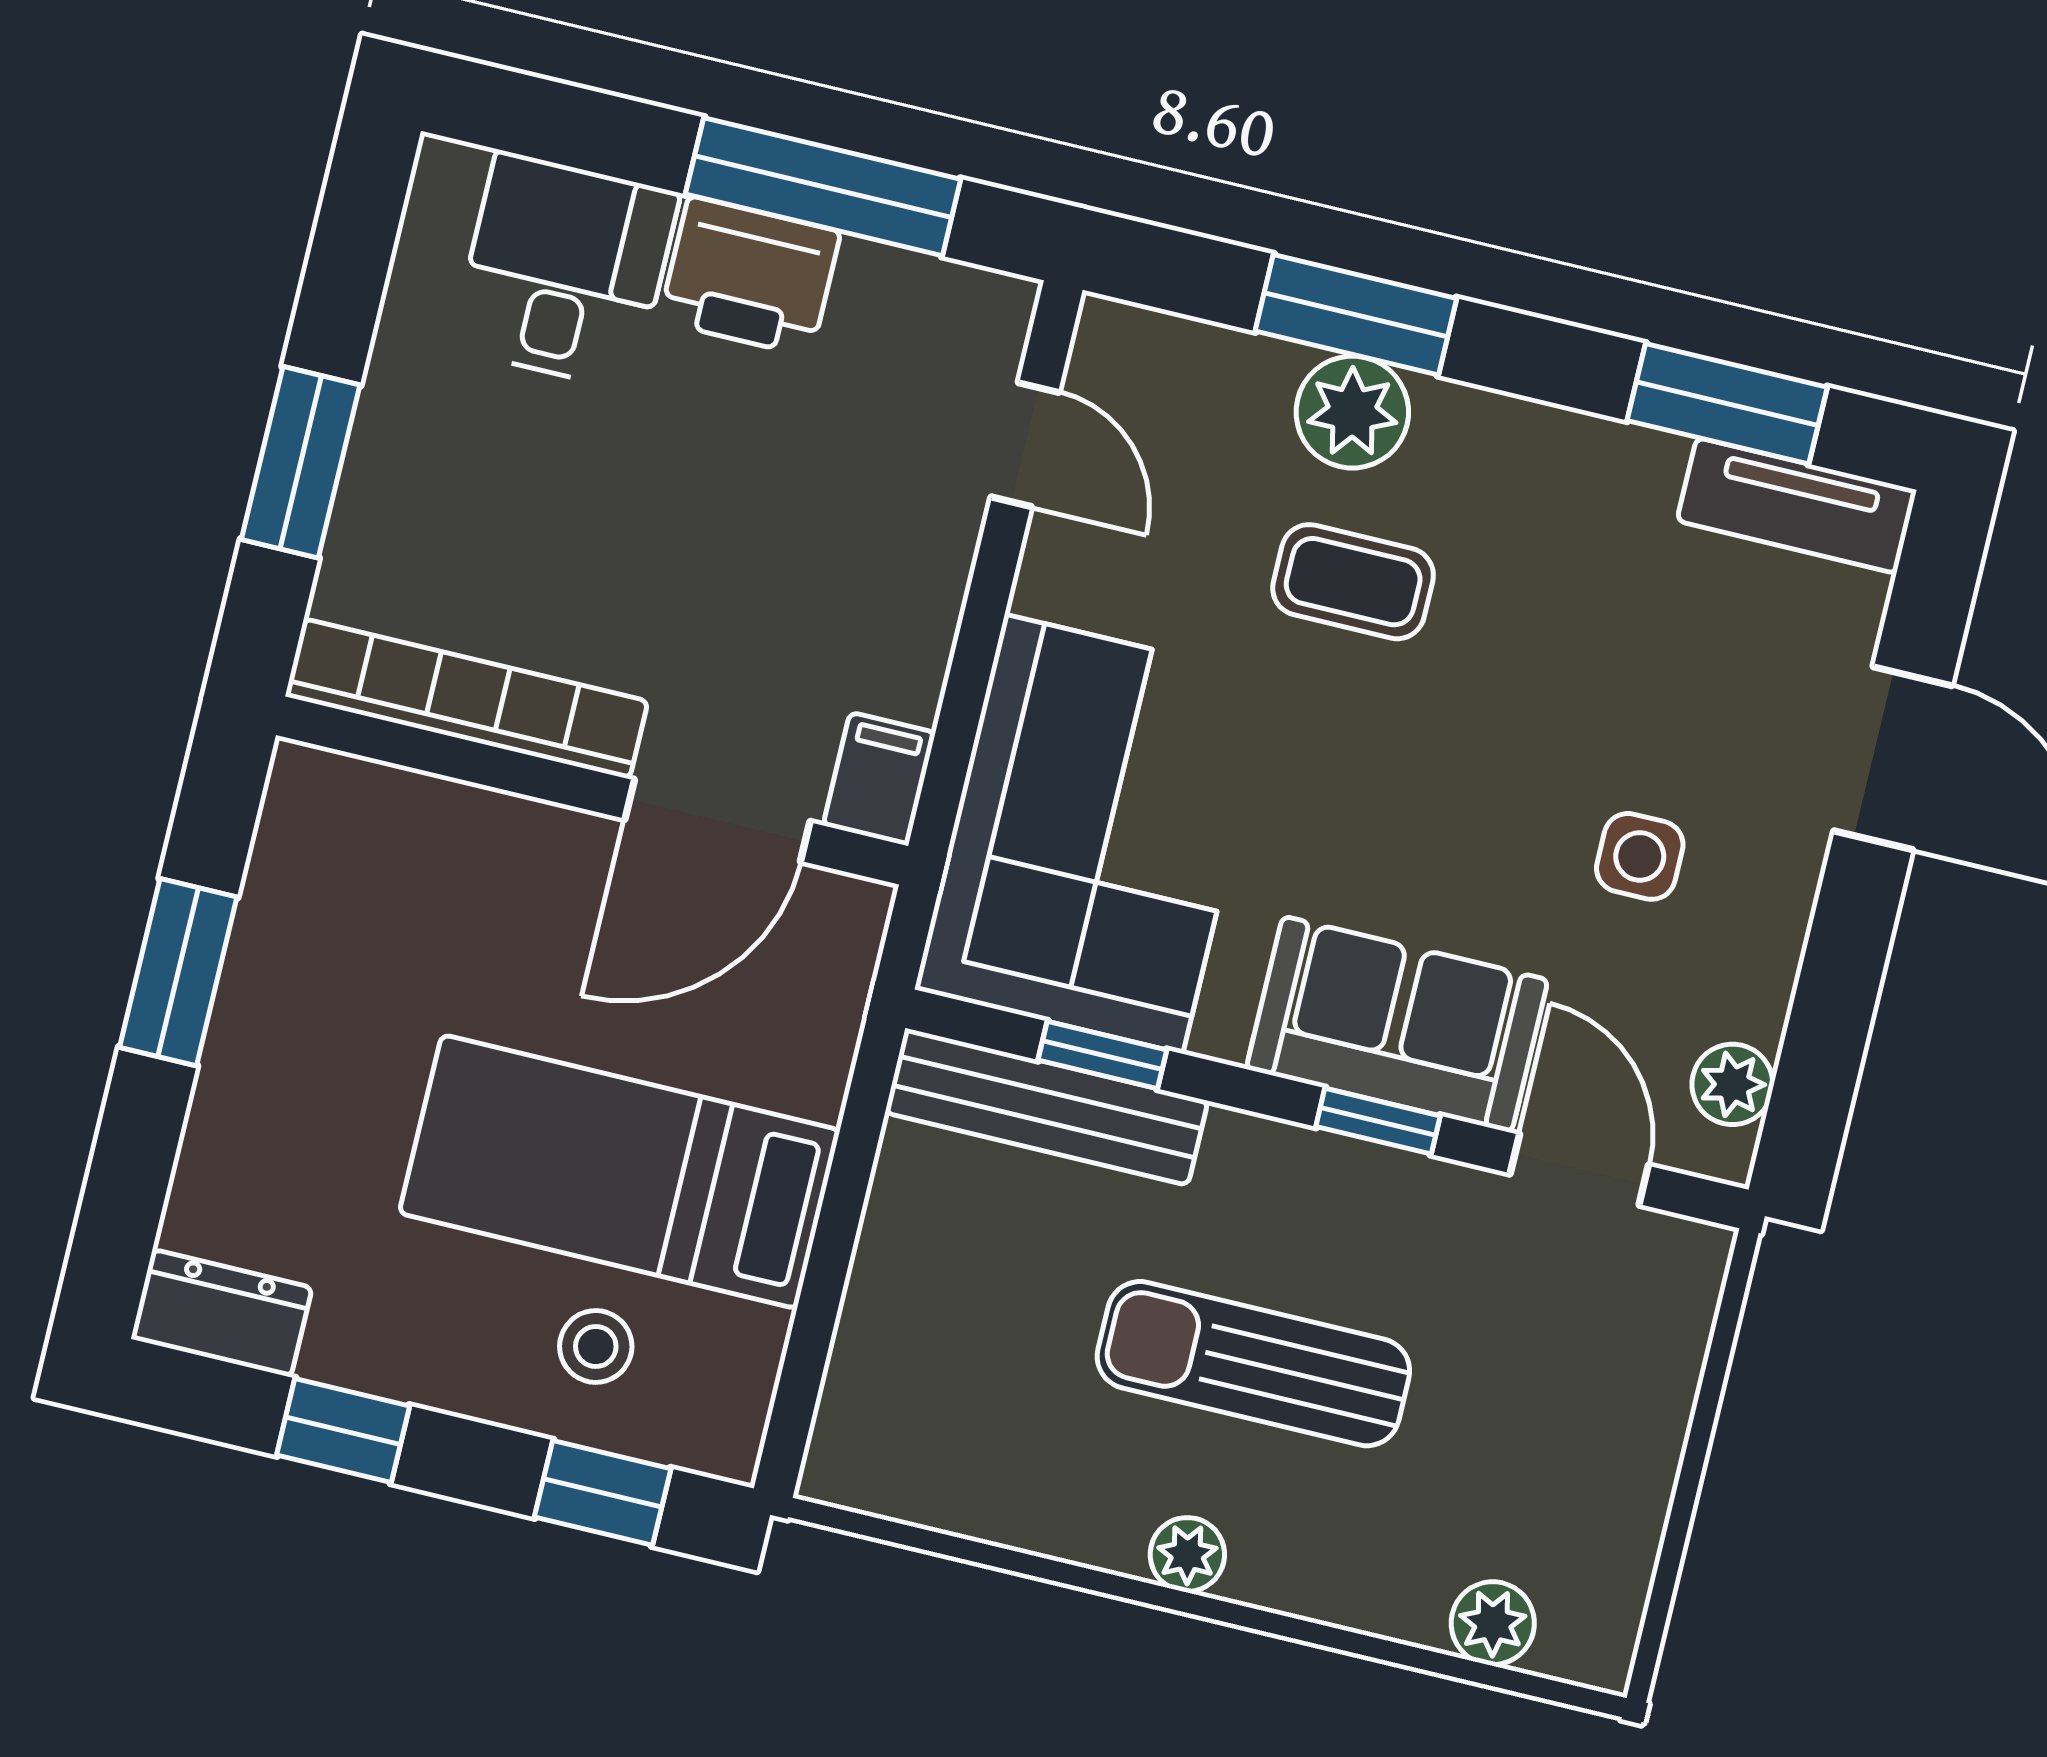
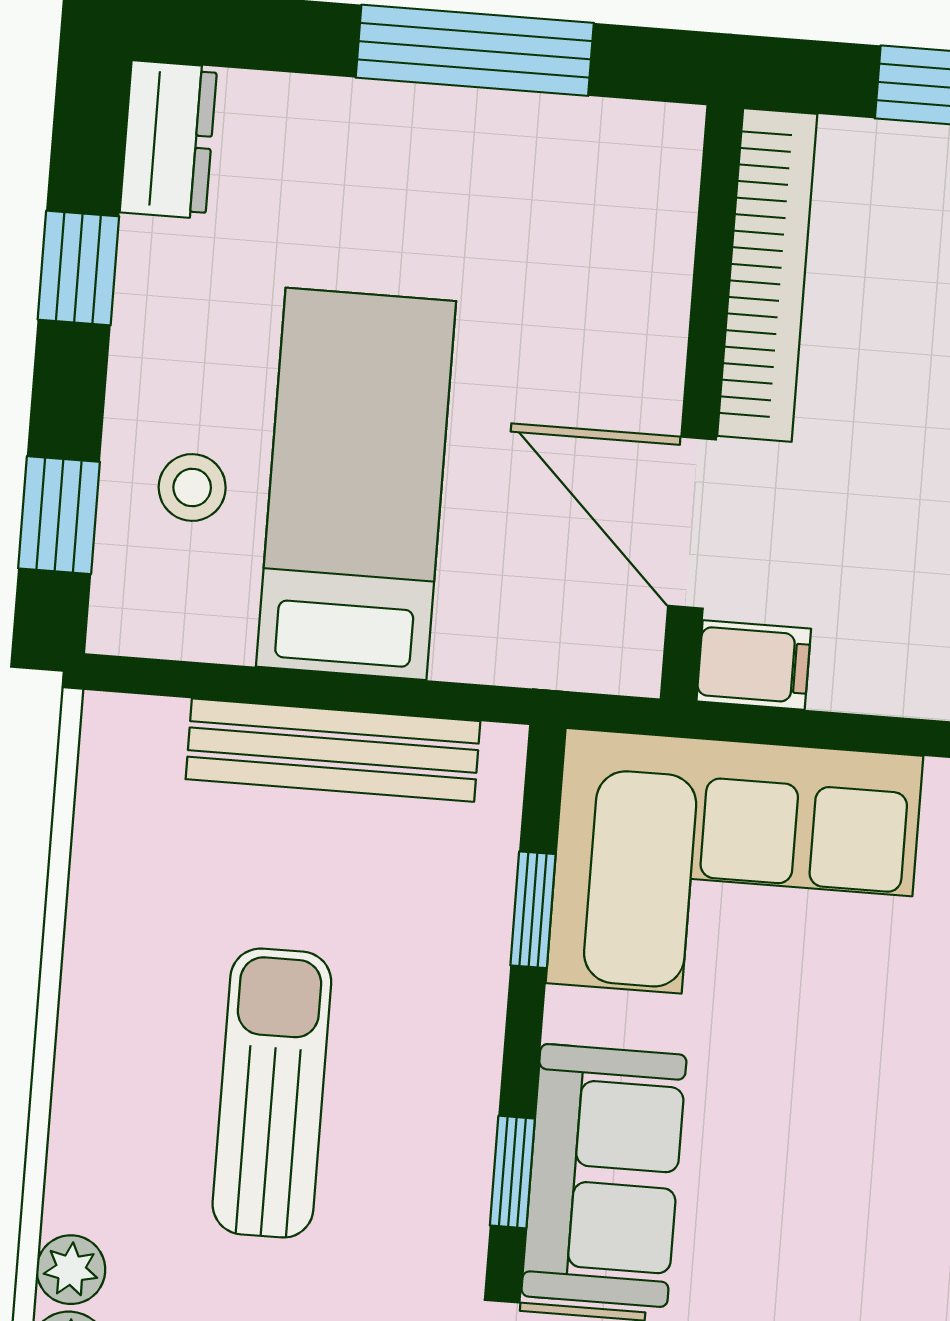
window: (178, 972) -> (475, 50), width x1.44
bench: (1047, 1107) -> (333, 750), moved, turned 90
plant: (1187, 1554) -> (71, 1270), moved

